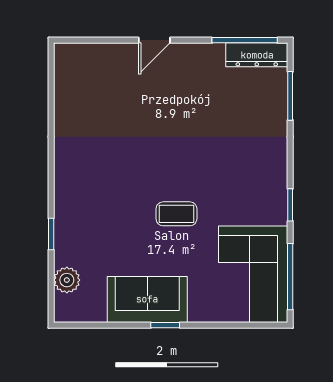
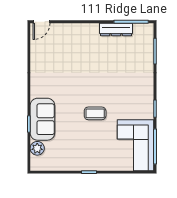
door: (154, 40) -> (42, 22), moved
dresser: (257, 55) -> (116, 29), moved
sofa: (147, 299) -> (42, 119), moved, turned 90

